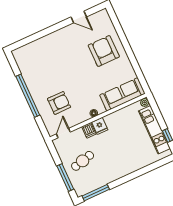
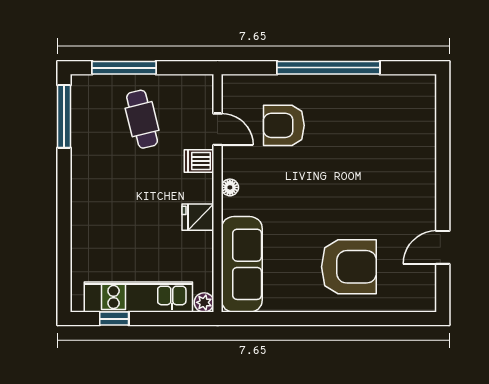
armchair: (59, 103) -> (284, 125), turned 90
fridge: (100, 126) -> (198, 217), moved
door: (63, 133) -> (218, 129), moved

